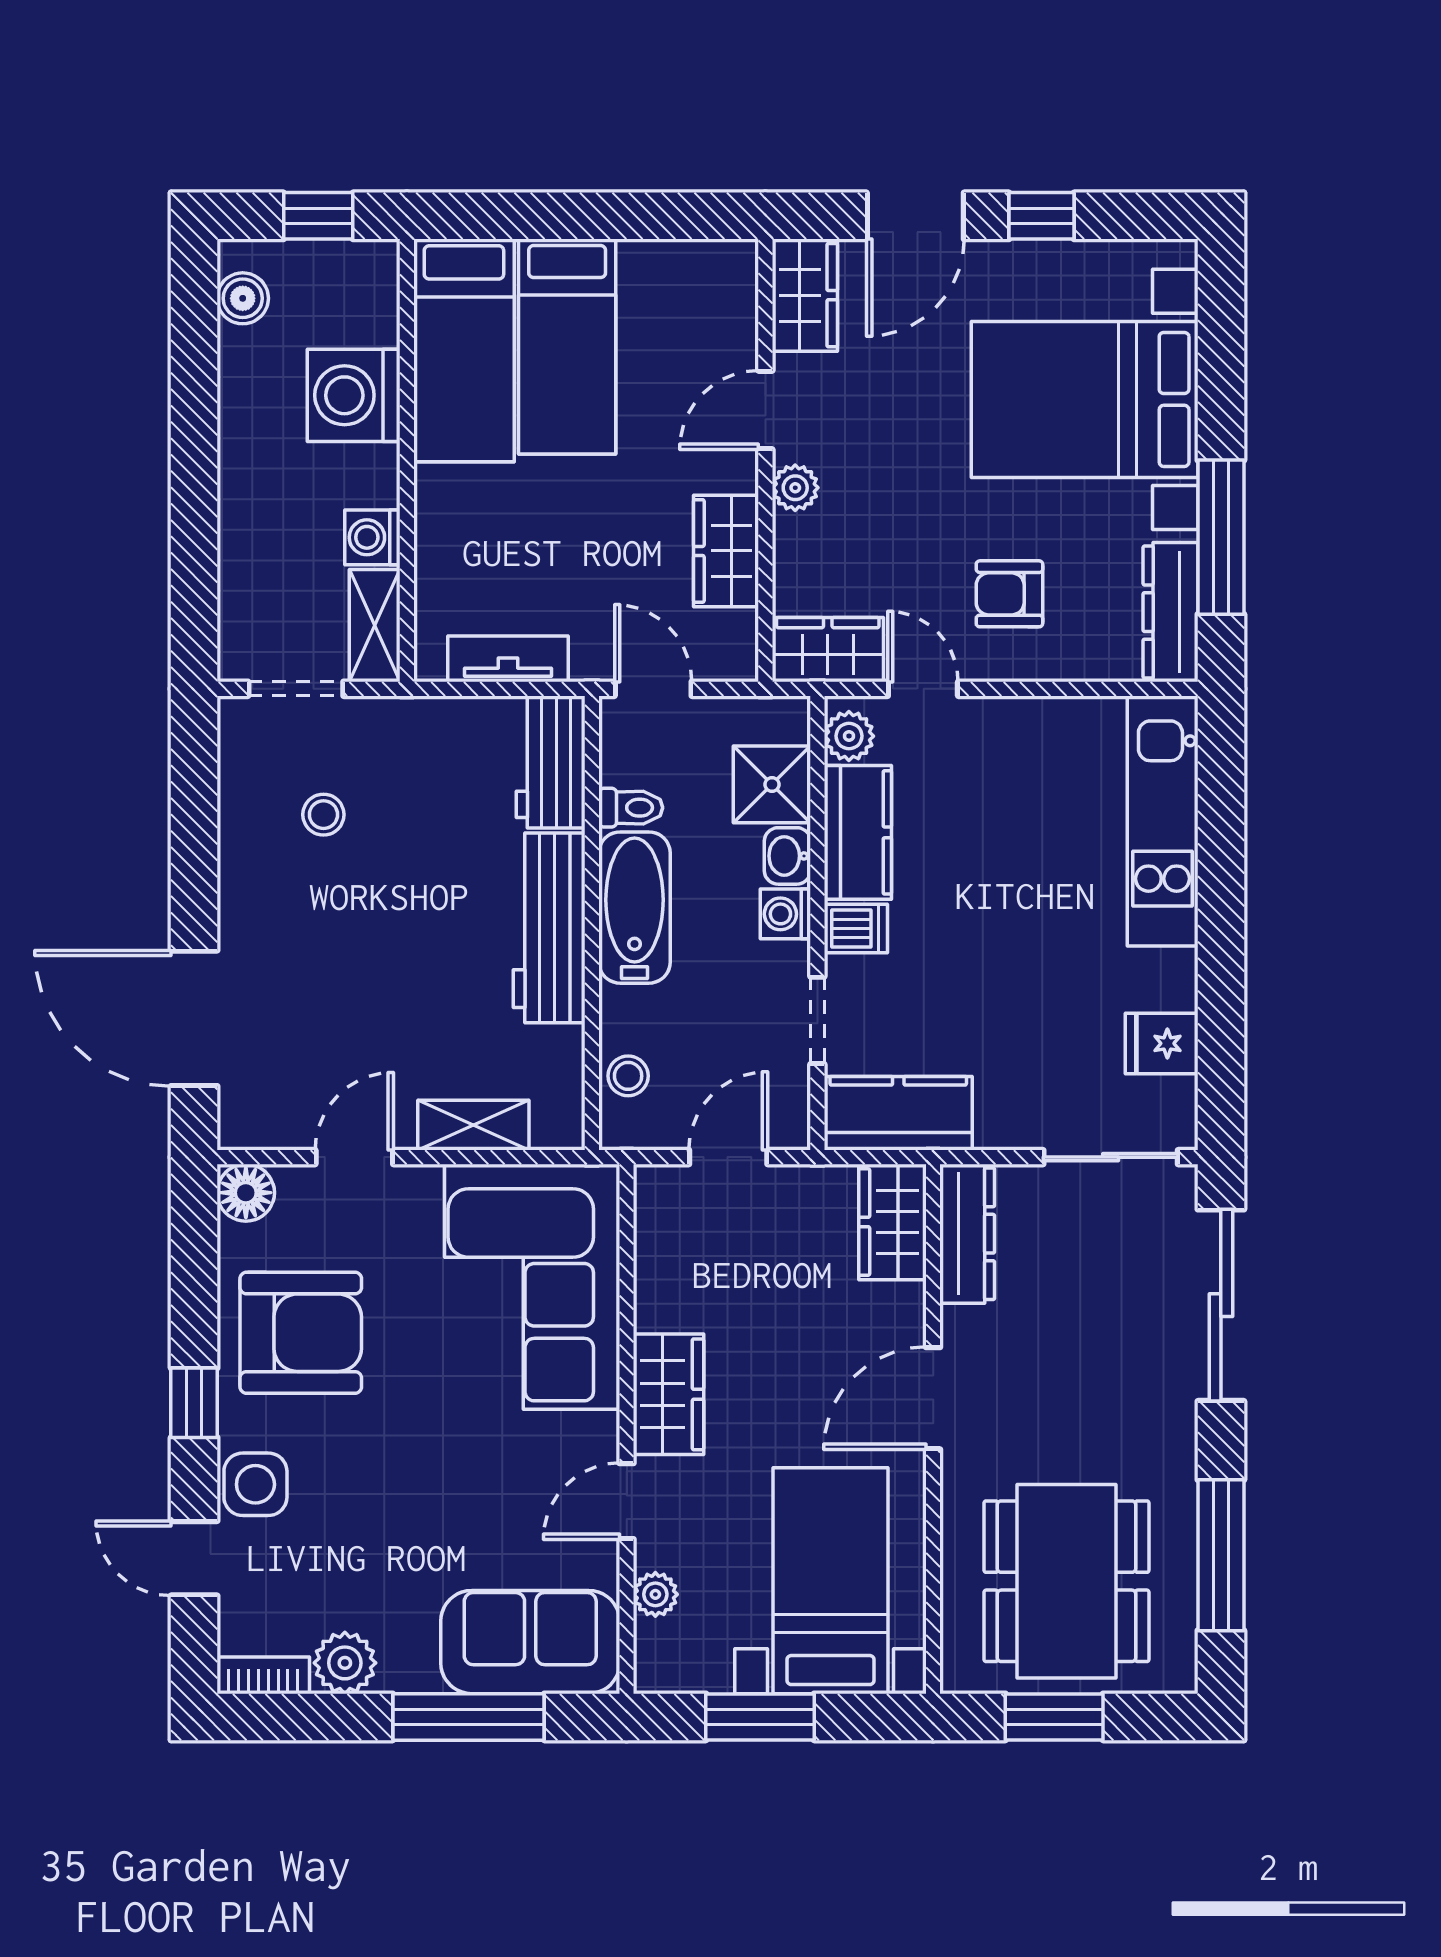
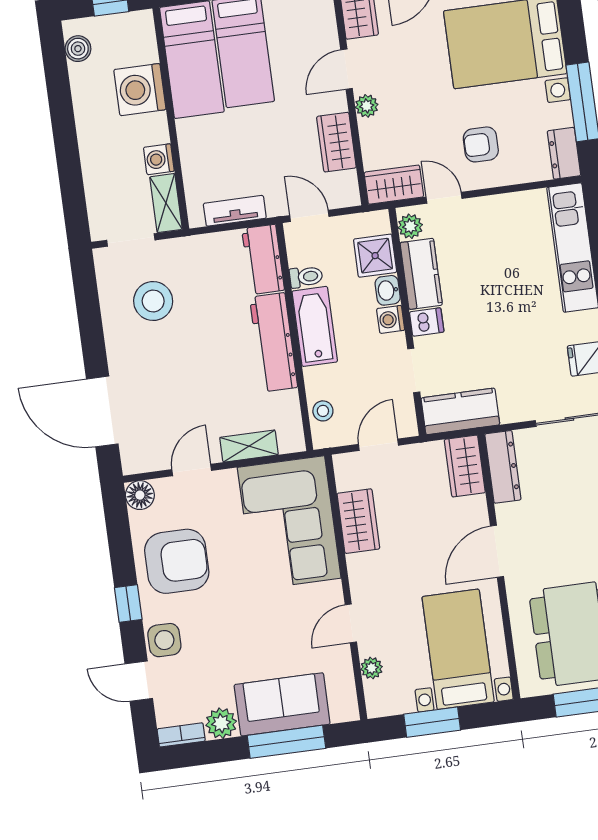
dresser: (1171, 612) -> (564, 153), width x0.70
stool: (323, 815) -> (153, 301), width x1.89, depth x1.89
wardrobe: (669, 1394) -> (358, 521), moved
sofa: (530, 1642) -> (282, 704), moved

